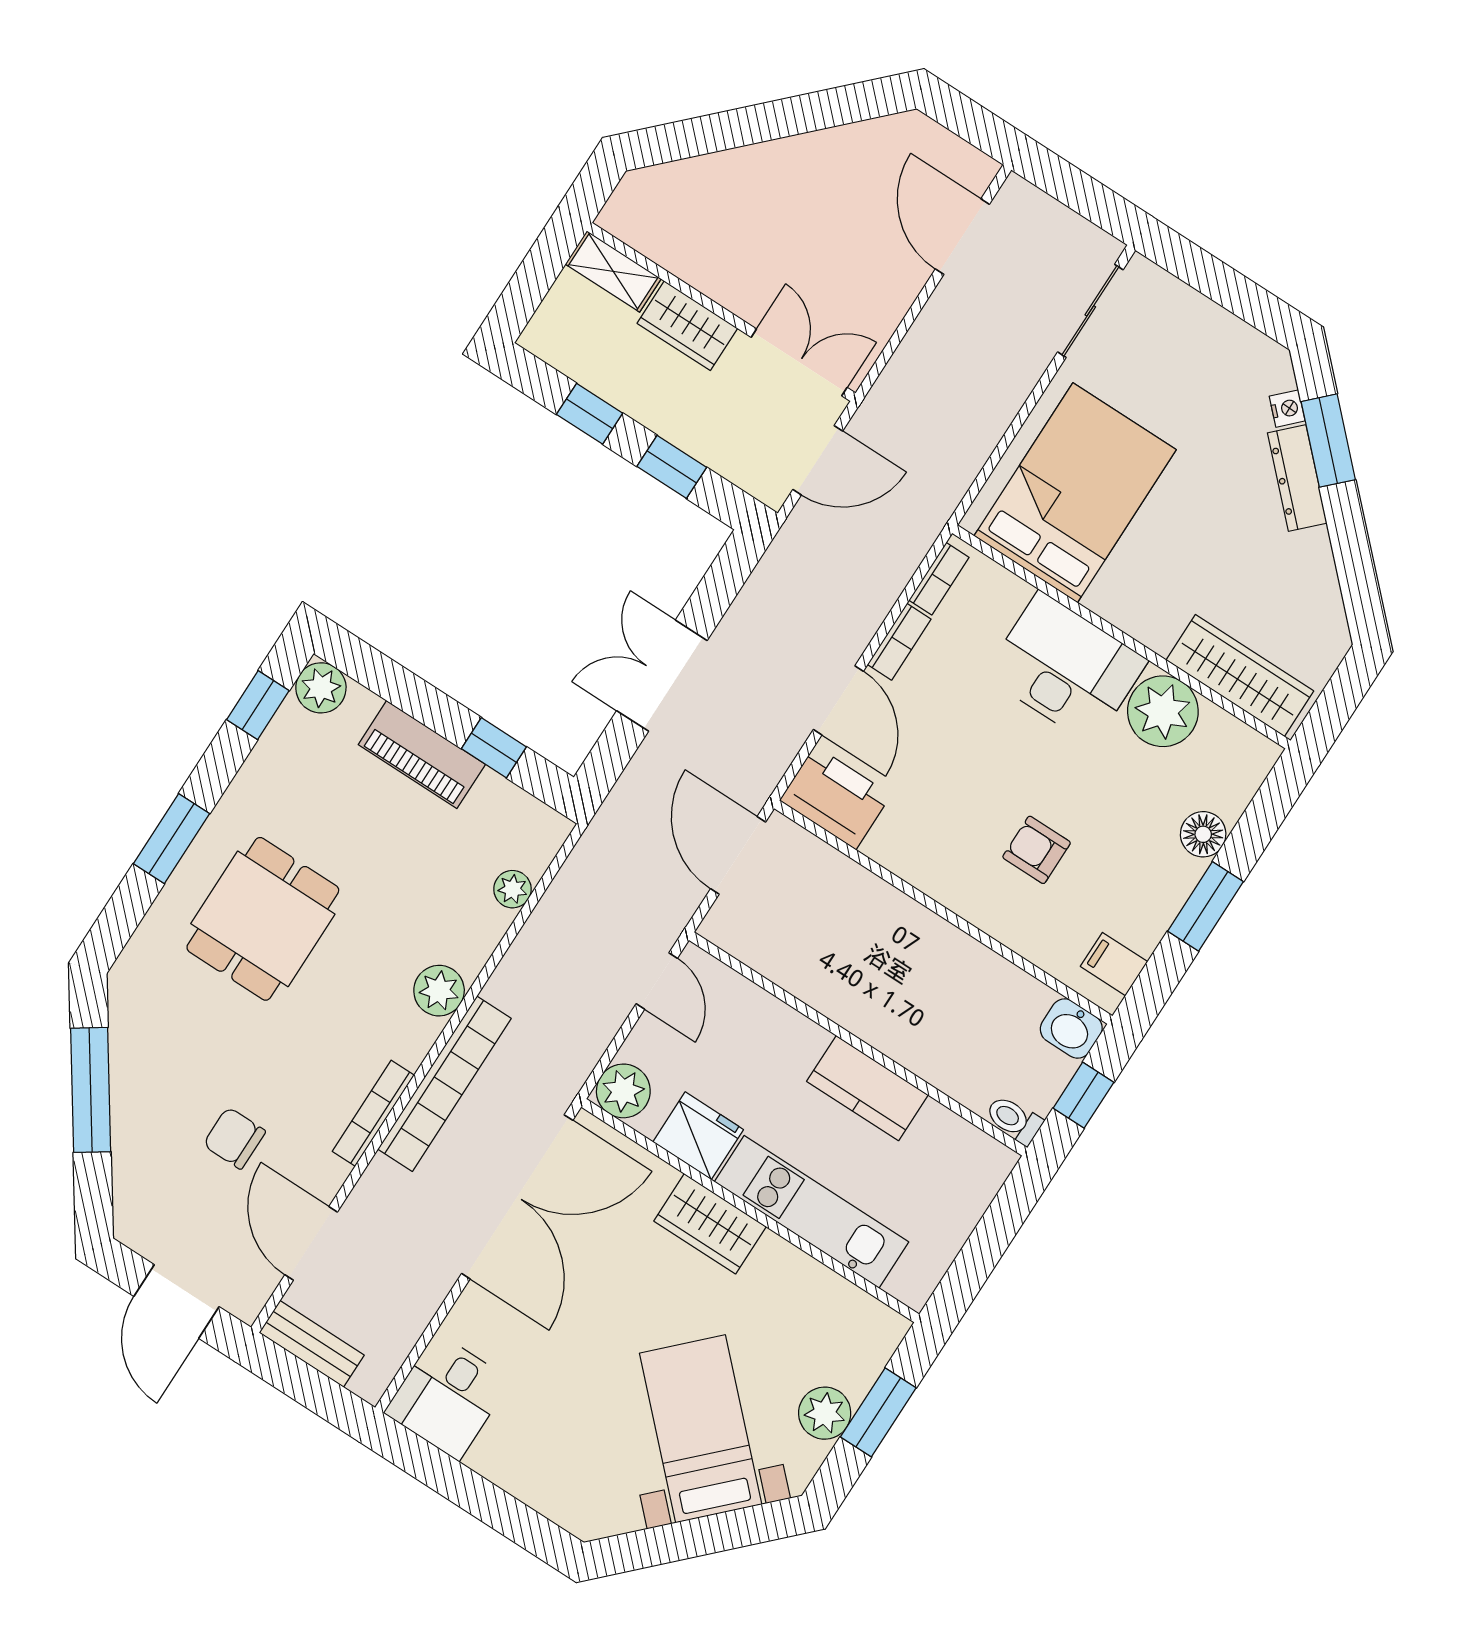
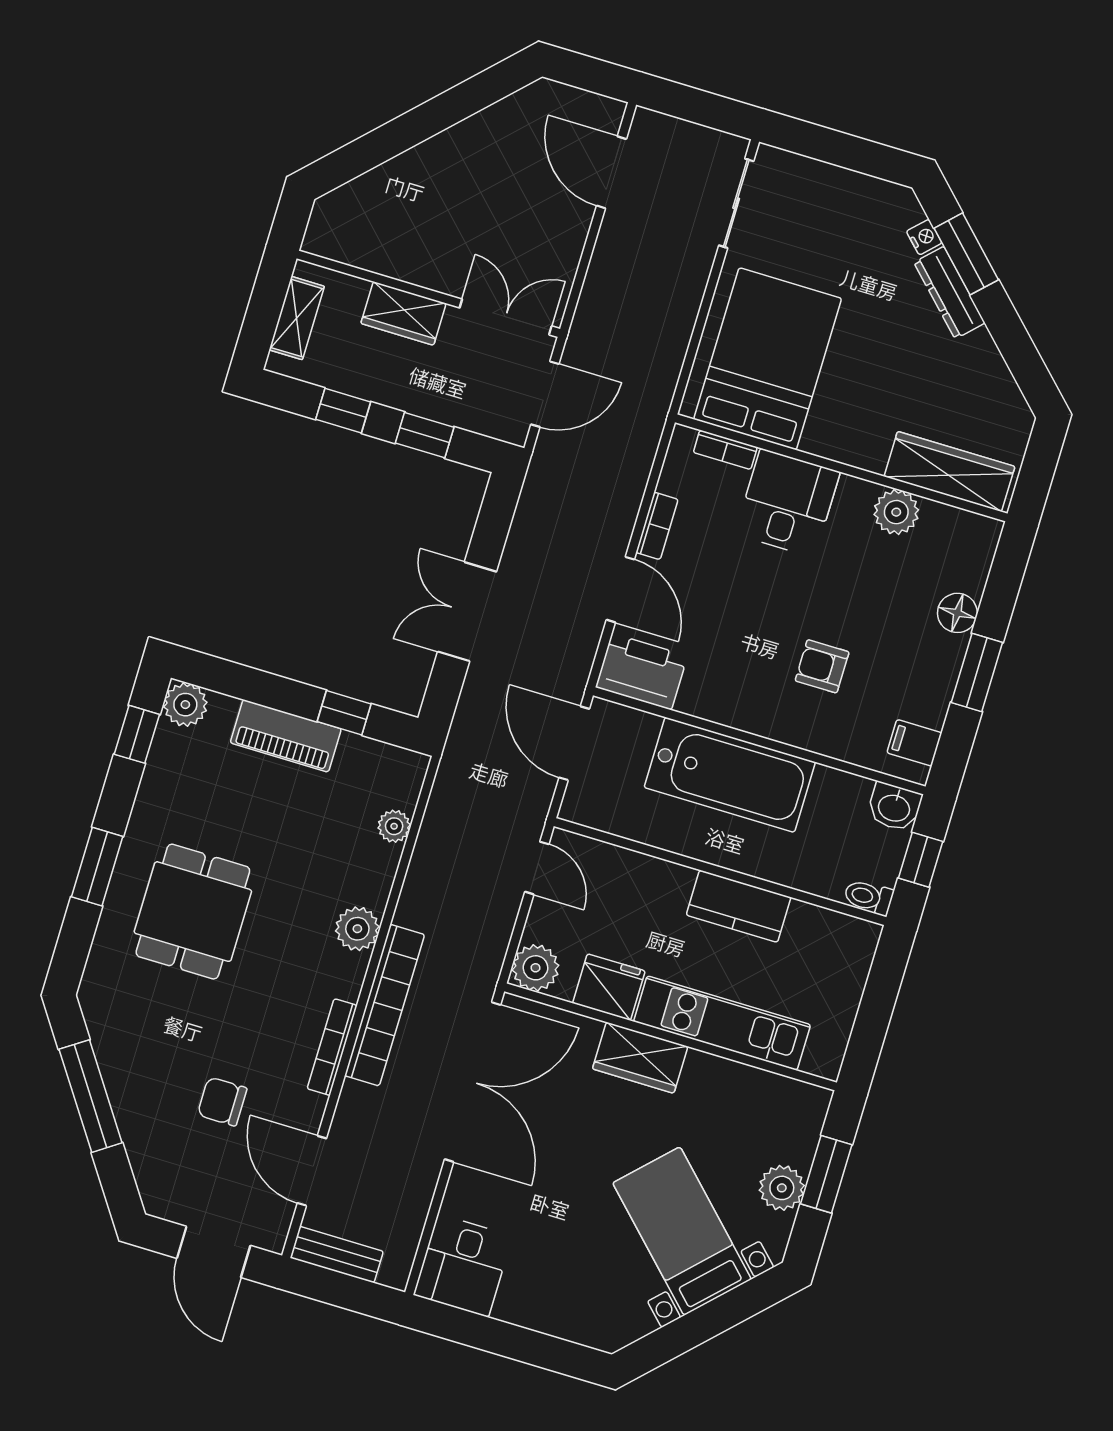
shelving: (613, 271) -> (297, 318), moved, turned 90
bookcase: (939, 579) -> (725, 450), moved, turned 90
desk: (1066, 668) -> (787, 503), width x0.73
plant: (1163, 711) -> (896, 512), width x0.73, depth x0.73
bathtub: (900, 940) -> (730, 775), added

